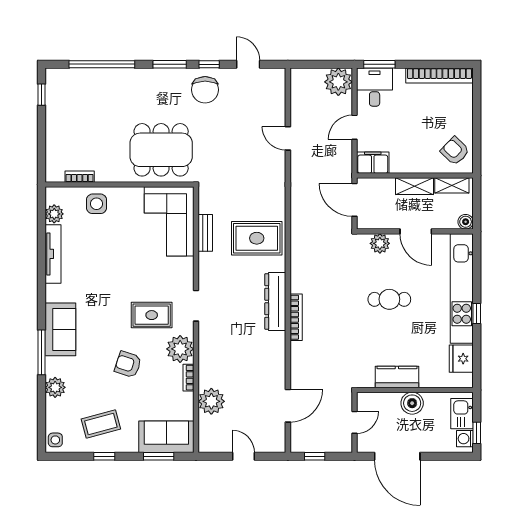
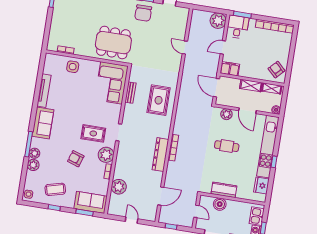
plant: (54, 214) -> (35, 153), moved
rug: (257, 238) -> (159, 100), turned 90
dresser: (275, 302) -> (160, 155), moved
sofa: (60, 329) -> (43, 123), moved
boiler: (412, 403) -> (220, 204), moved
door: (355, 422) -> (196, 211), hinge flipped

